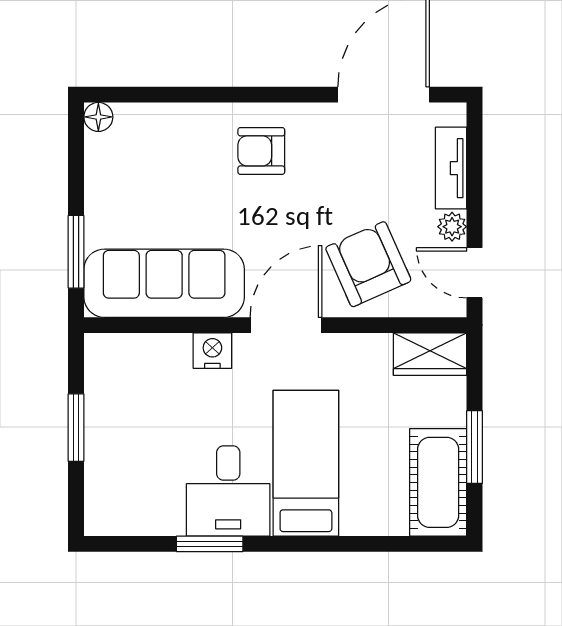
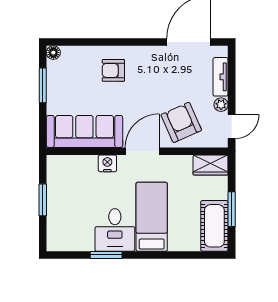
armchair: (261, 151) -> (113, 70), moved
window: (76, 252) -> (43, 85), moved
door: (474, 273) -> (232, 127), swing flipped

